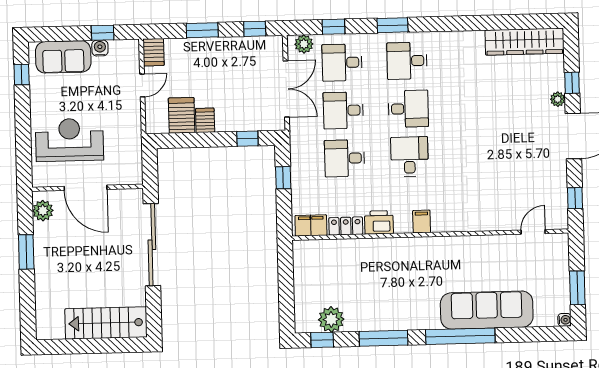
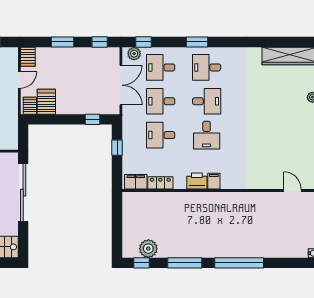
window: (334, 27) -> (143, 42), moved
server rack: (205, 120) -> (30, 106), moved
desk: (410, 157) -> (207, 135), turned 180
printer: (379, 222) -> (197, 181), moved
door: (533, 232) -> (292, 190), hinge flipped
sofa: (487, 310) -> (258, 245), removed

